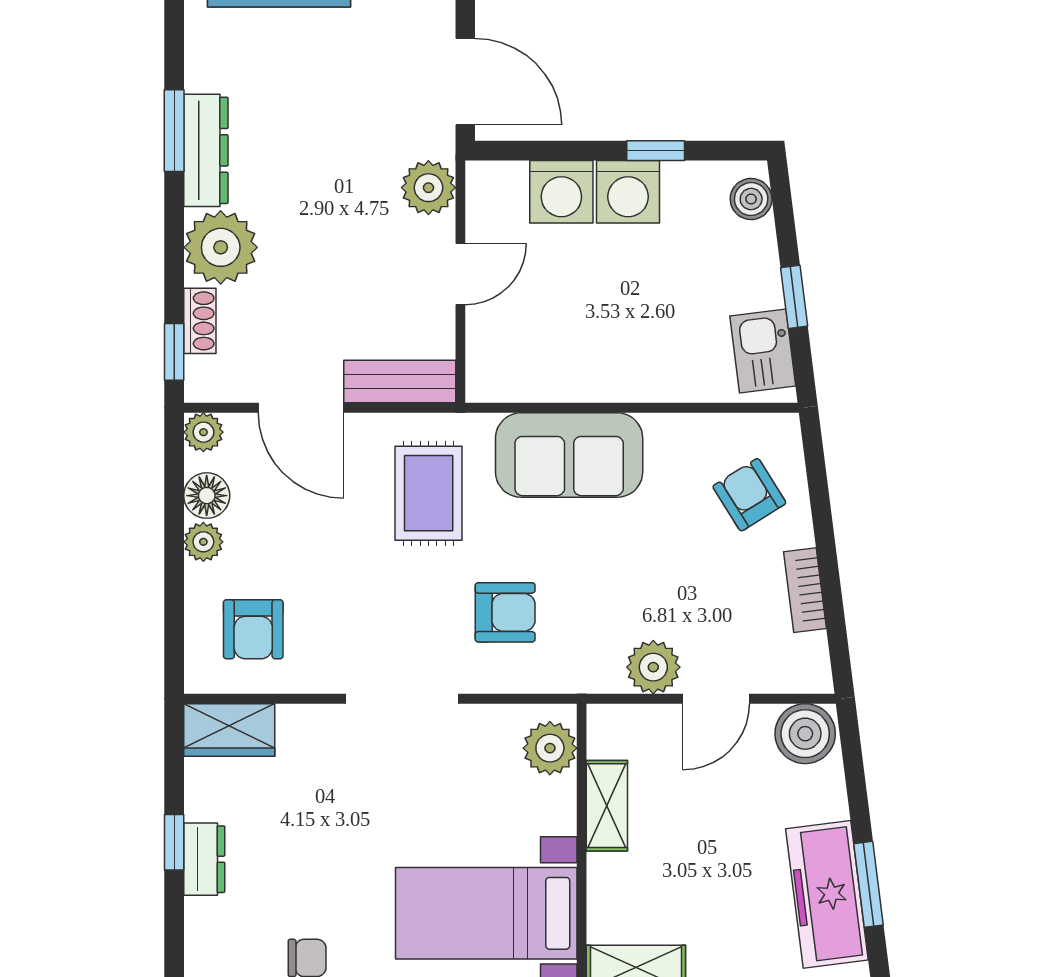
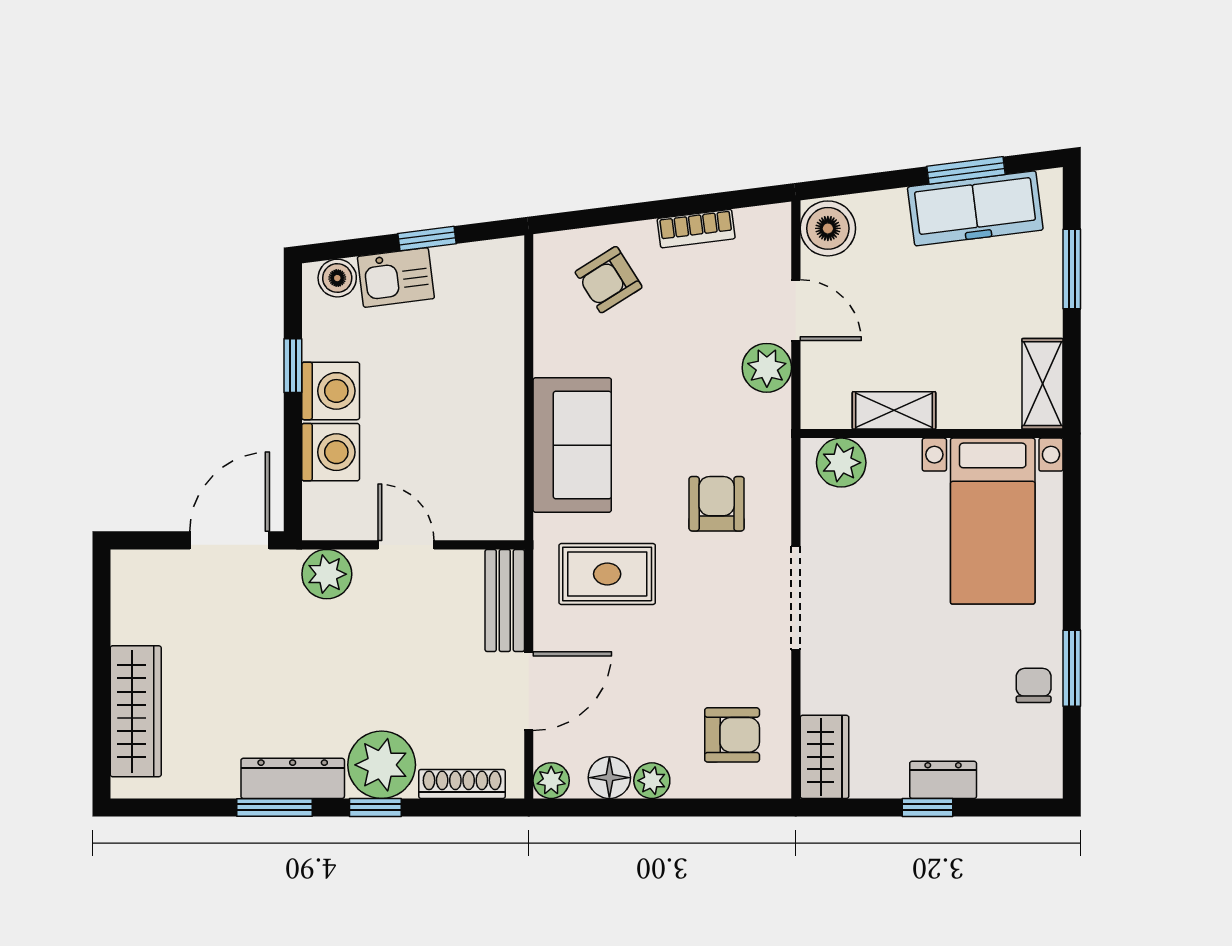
shoe rack: (200, 321) -> (462, 784), width x1.43
kitchen sink: (763, 351) -> (396, 278), moved
window: (174, 352) -> (375, 807), moved

